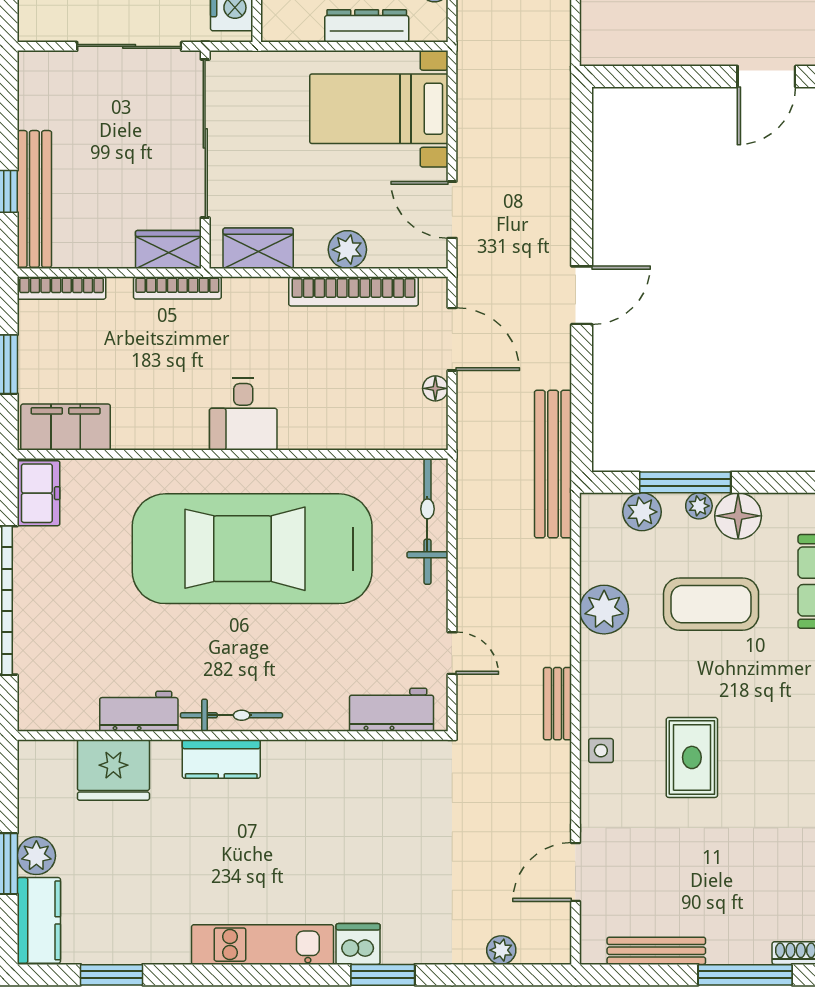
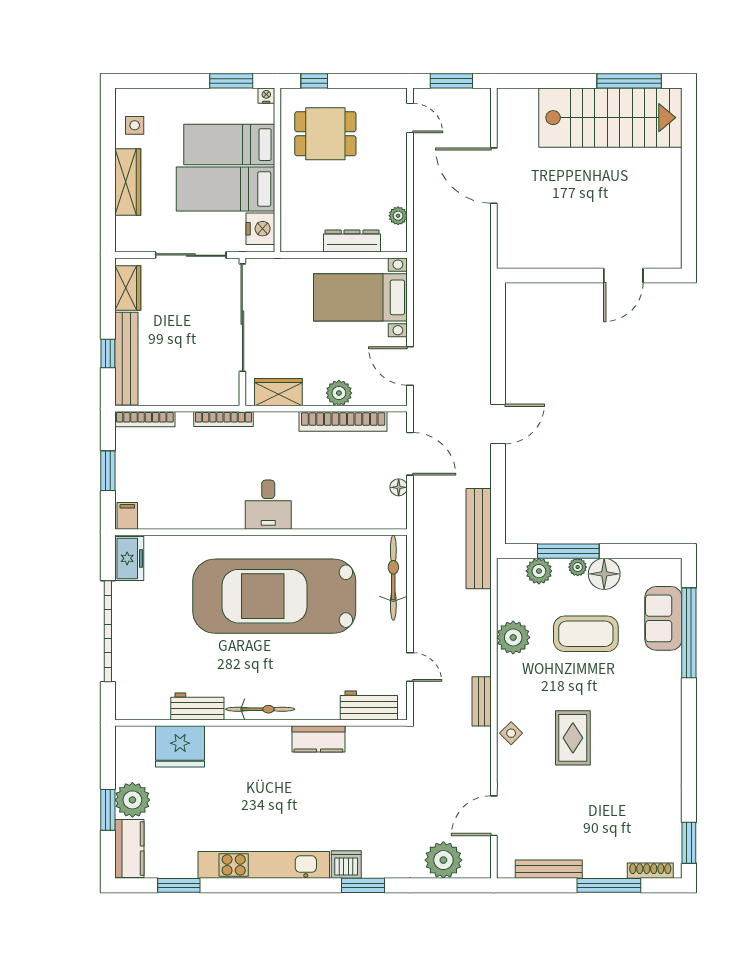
wardrobe: (168, 249) -> (128, 288), moved, turned 90
filing cabinet: (66, 427) -> (127, 516), width x0.33, depth x0.86
side table: (601, 751) -> (511, 733), turned 45
kitchen counter: (221, 759) -> (318, 739), moved
plant: (36, 856) -> (132, 800), width x1.36, depth x1.36
kitchen unit: (263, 945) -> (264, 865), width x1.36
plant: (501, 950) -> (443, 860), width x1.87, depth x1.87

